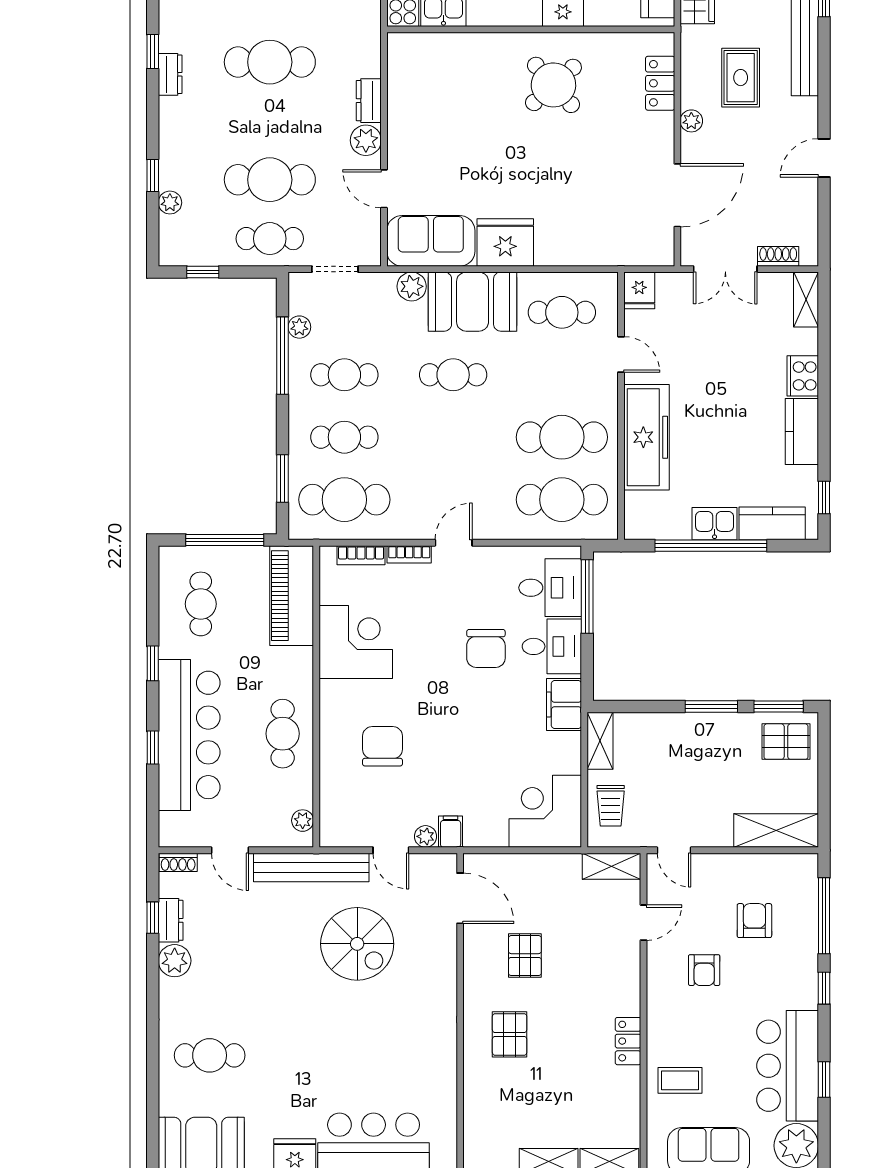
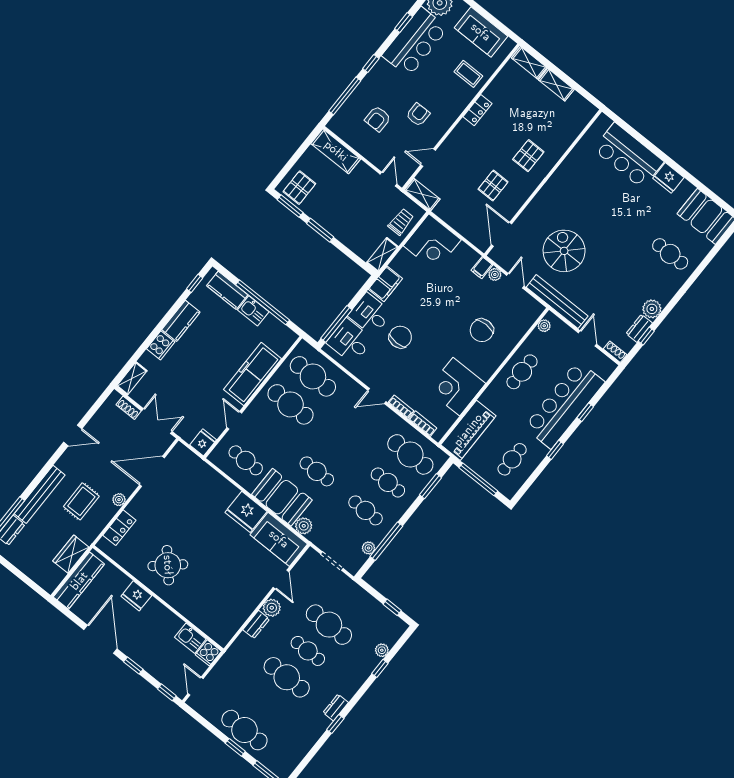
cafe table: (270, 239) -> (308, 651), moved
pallet: (786, 742) -> (299, 188), turned 90

